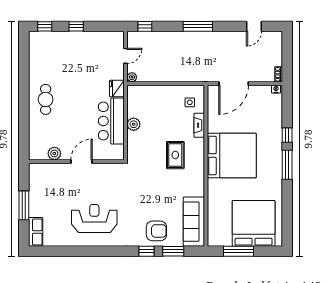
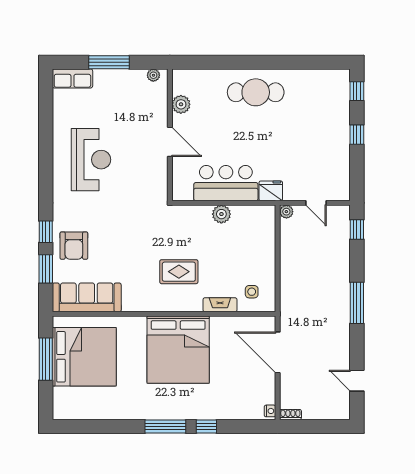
cafe table: (46, 99) -> (256, 92), width x1.37, depth x1.35
plant: (33, 173) -> (153, 75), added
bed: (254, 223) -> (84, 357), moved

